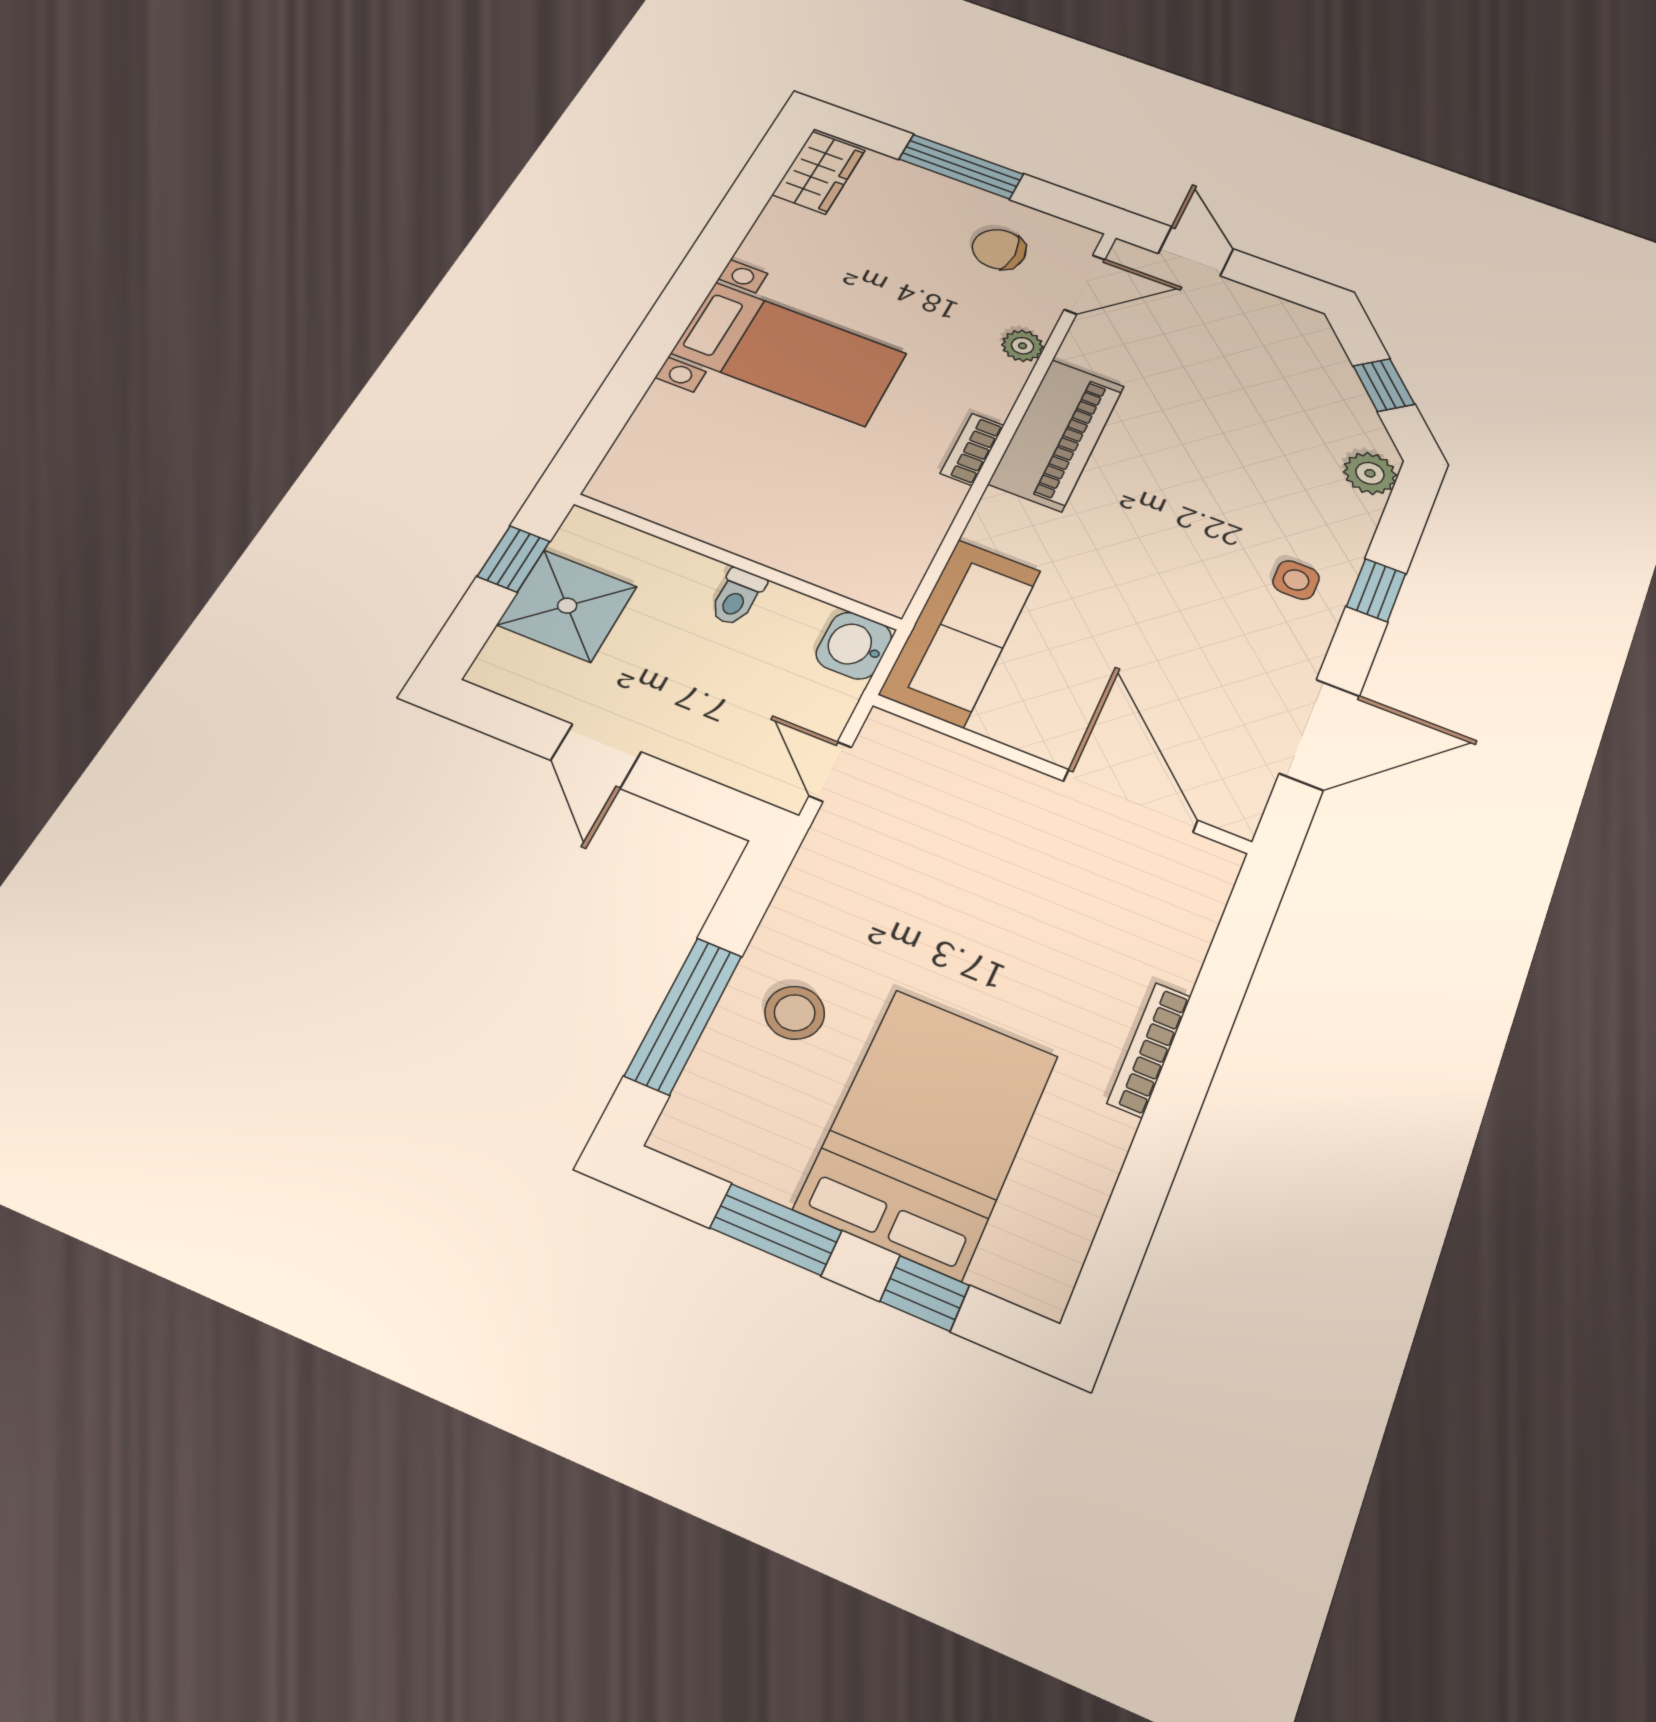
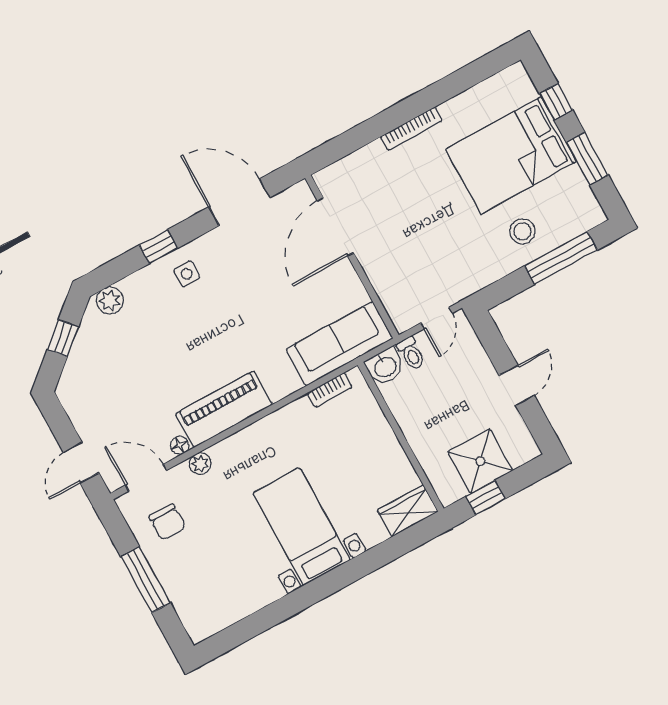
wardrobe: (819, 172) -> (408, 511), moved
floor lamp: (1076, 351) -> (180, 445), added
bookcase: (972, 449) -> (330, 390), moved
toilet: (737, 597) -> (411, 353), moved, turned 90

